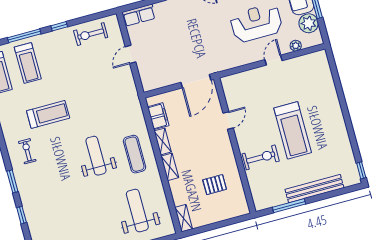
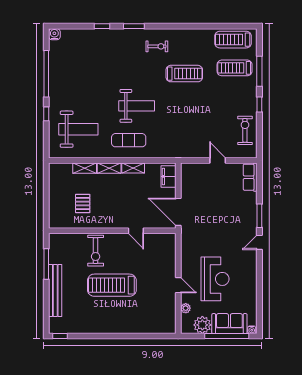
treadmill: (48, 114) -> (184, 74), turned -90
filing cabinet: (158, 116) -> (169, 176), moved, turned 90
shelving: (184, 218) -> (85, 168), moved

